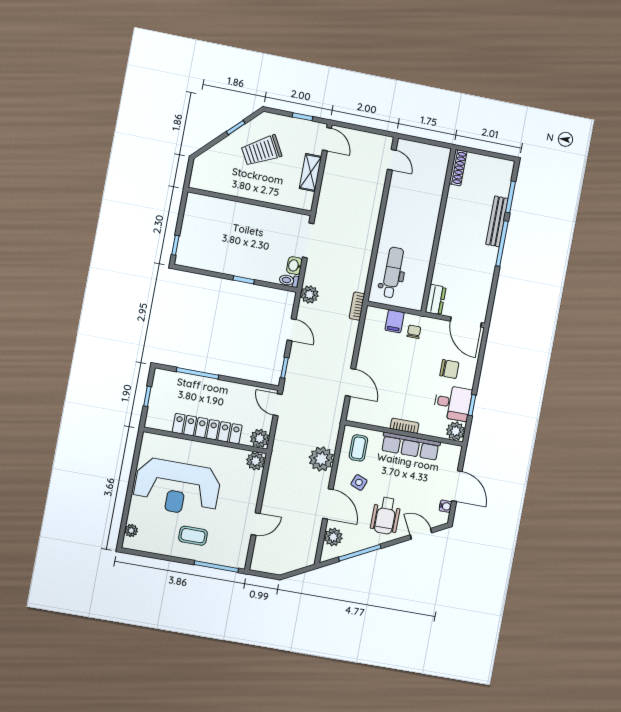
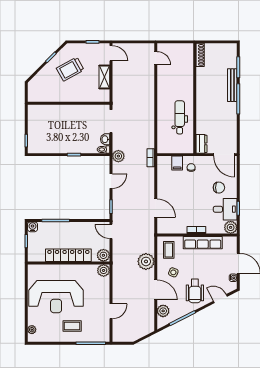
dental chair: (393, 273) -> (180, 117), moved
door: (292, 330) -> (111, 181), hinge flipped
water cooler: (161, 376) -> (32, 227), added

